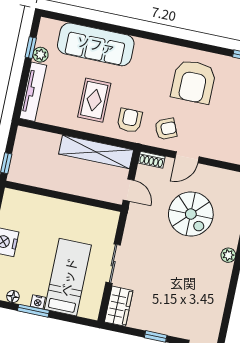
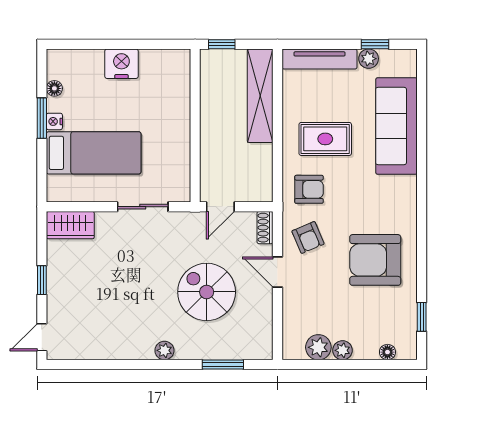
shelving: (96, 152) -> (260, 96), moved
spiral stairs: (191, 214) -> (207, 292), turned 90
sliding door: (113, 264) -> (143, 207), moved

